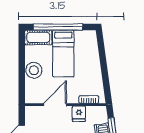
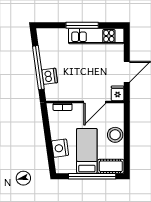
nightstand: (91, 56) -> (60, 148), added
fridge: (79, 114) -> (118, 93), moved

